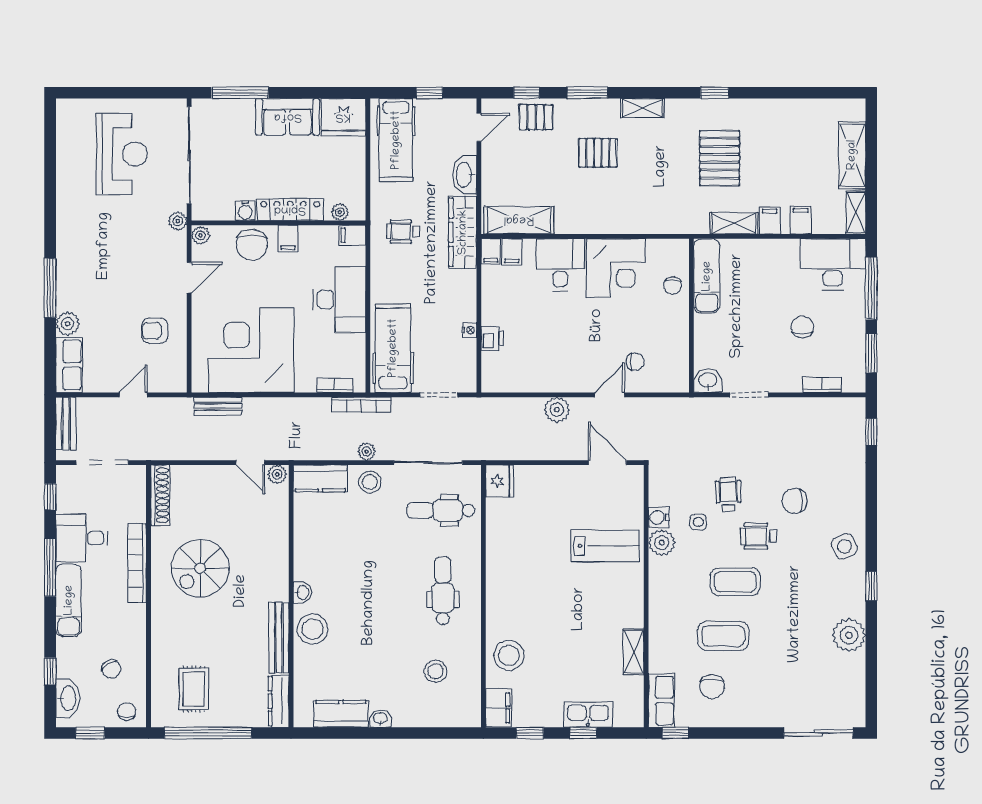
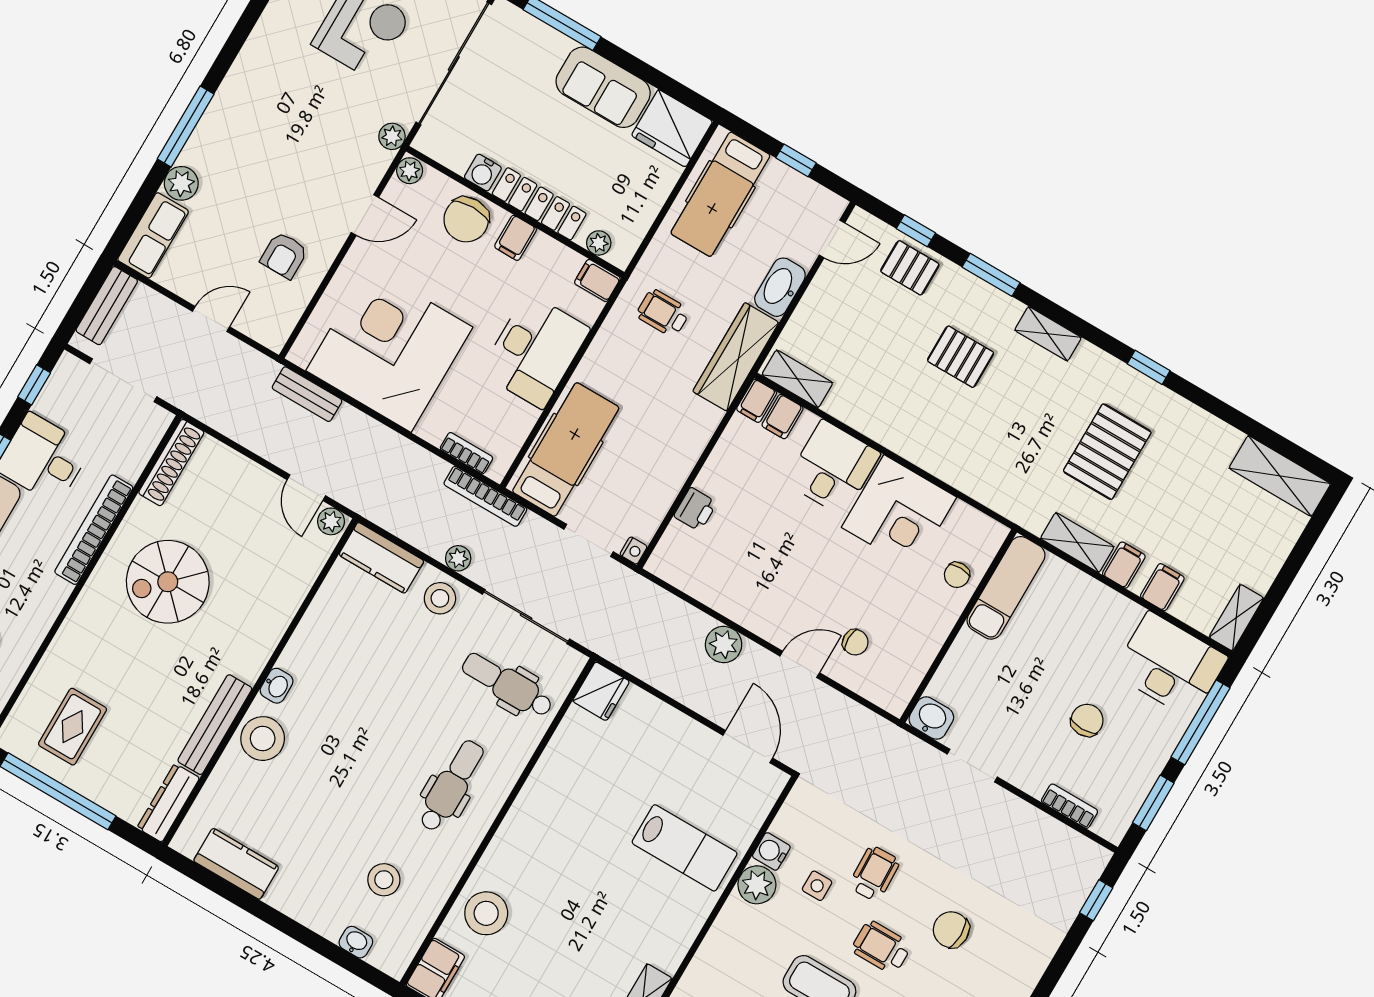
shelving: (852, 155) -> (1280, 476), moved, turned 90
shelving: (519, 220) -> (797, 379), width x0.67, depth x0.75
nightstand: (469, 330) -> (634, 550), moved
armchair: (155, 331) -> (284, 255), turned -90
washbasin: (380, 719) -> (356, 942), moved

